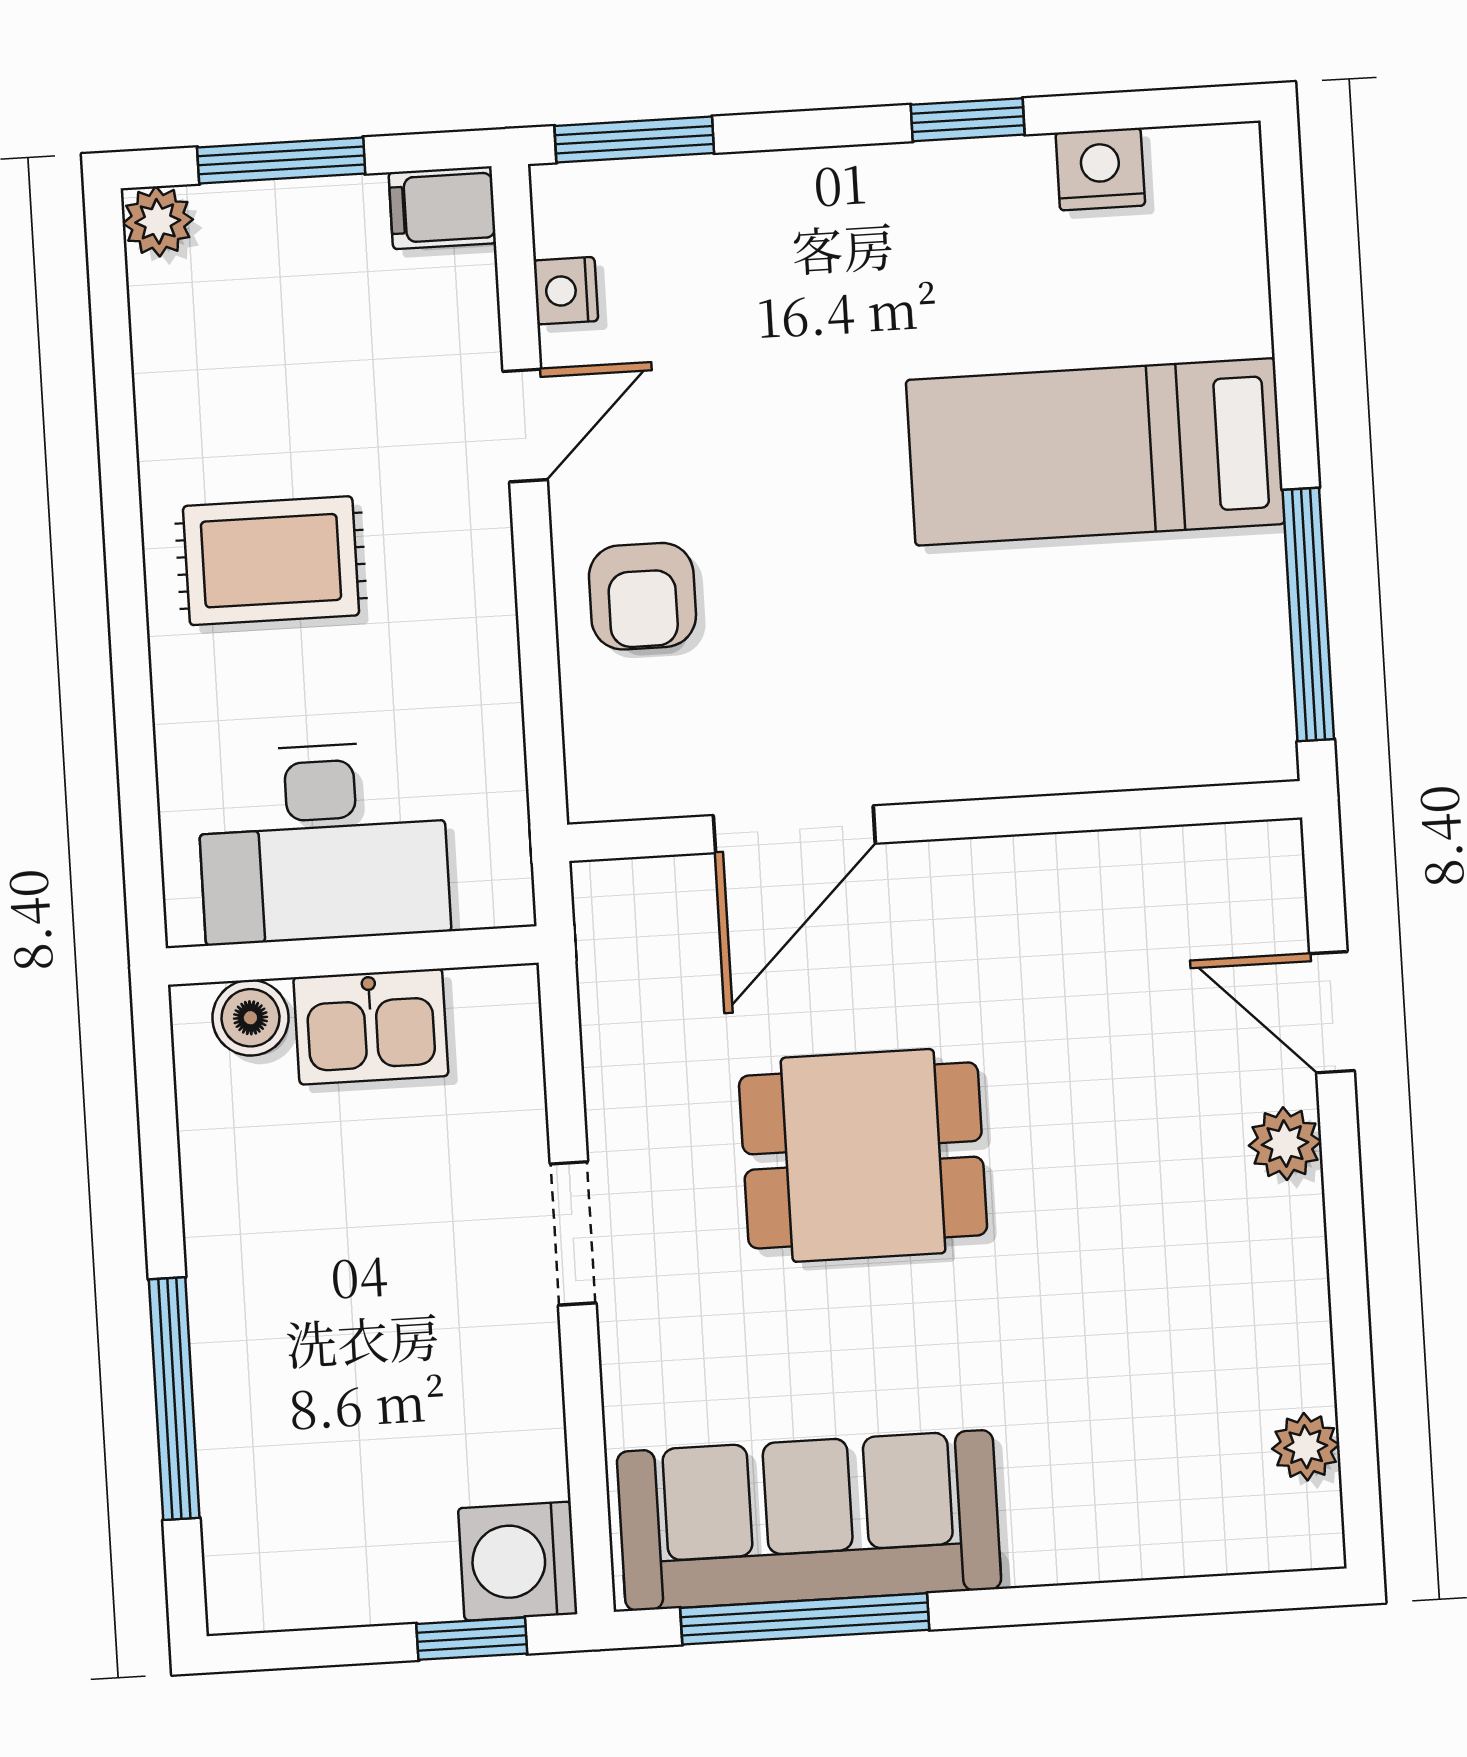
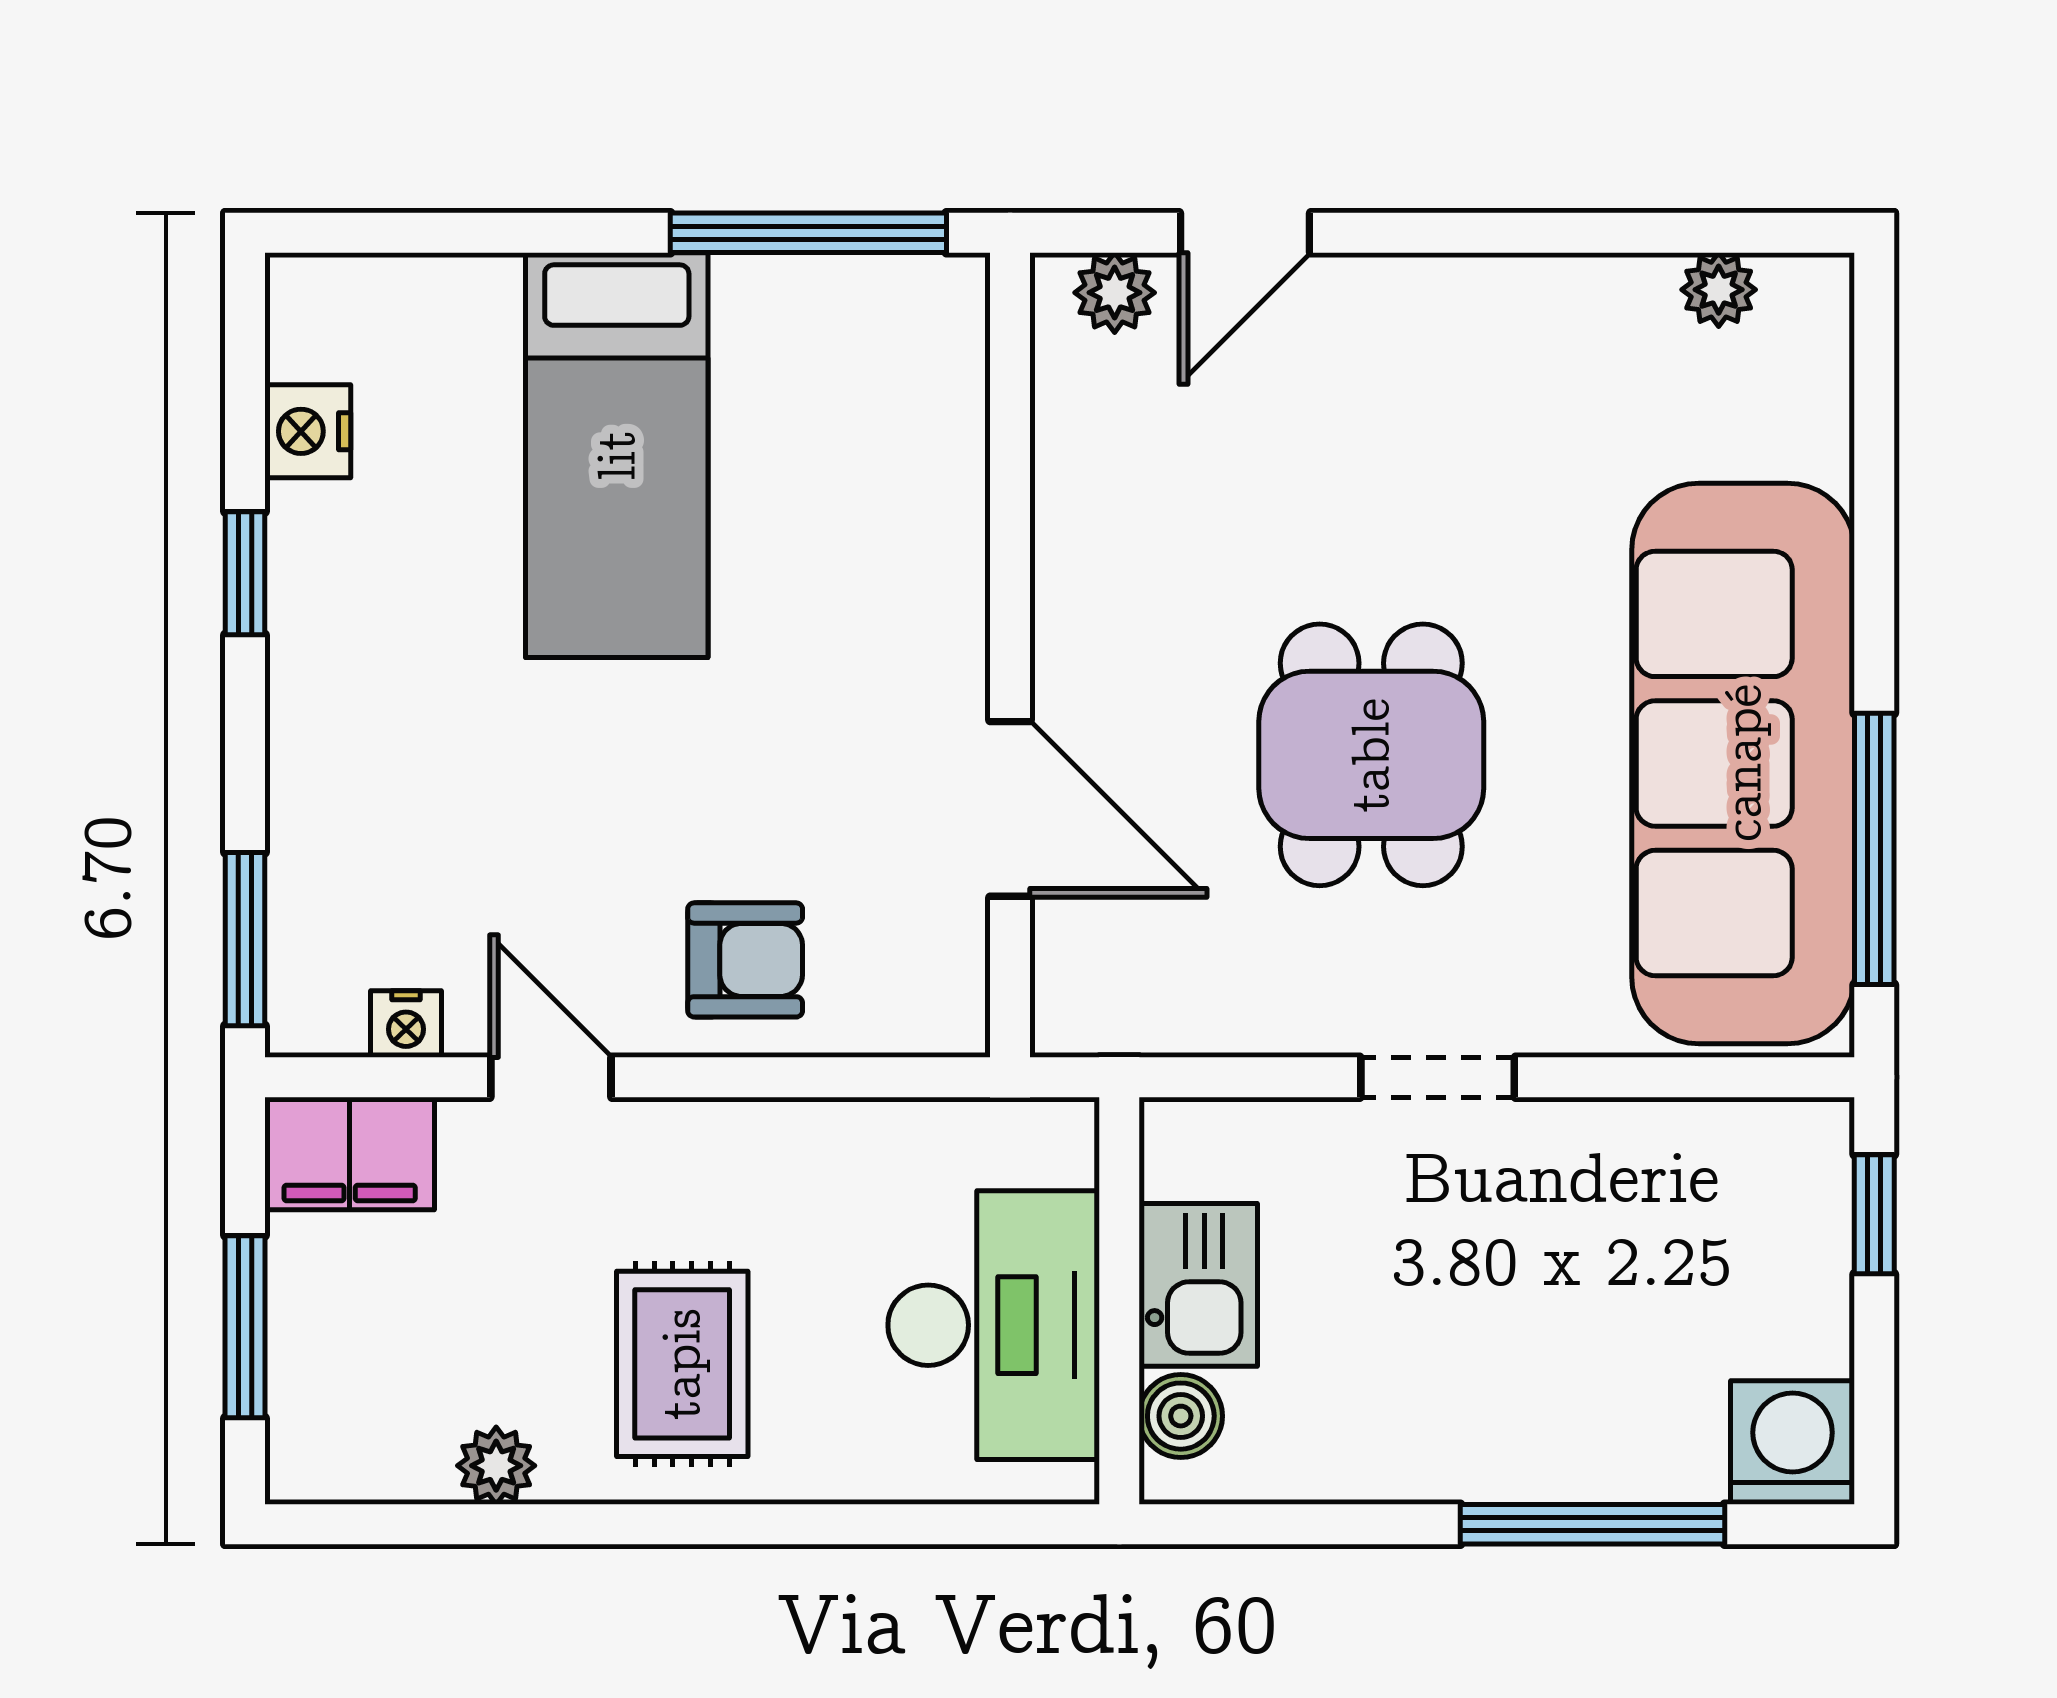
filing cabinet: (442, 208) -> (350, 1153), width x2.00
plant: (158, 221) -> (496, 1466), moved
plant: (1285, 1144) -> (1115, 293), moved
sofa: (809, 1520) -> (1743, 763), width x1.36, depth x1.27
washing machine: (518, 1561) -> (1793, 1442), moved, turned 180

